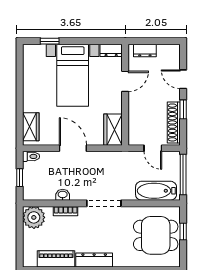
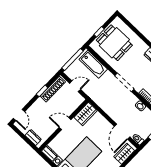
door: (183, 79) -> (19, 115), moved
door: (125, 81) -> (65, 123), moved
door: (73, 148) -> (122, 132), moved
door: (153, 148) -> (75, 86), hinge flipped

